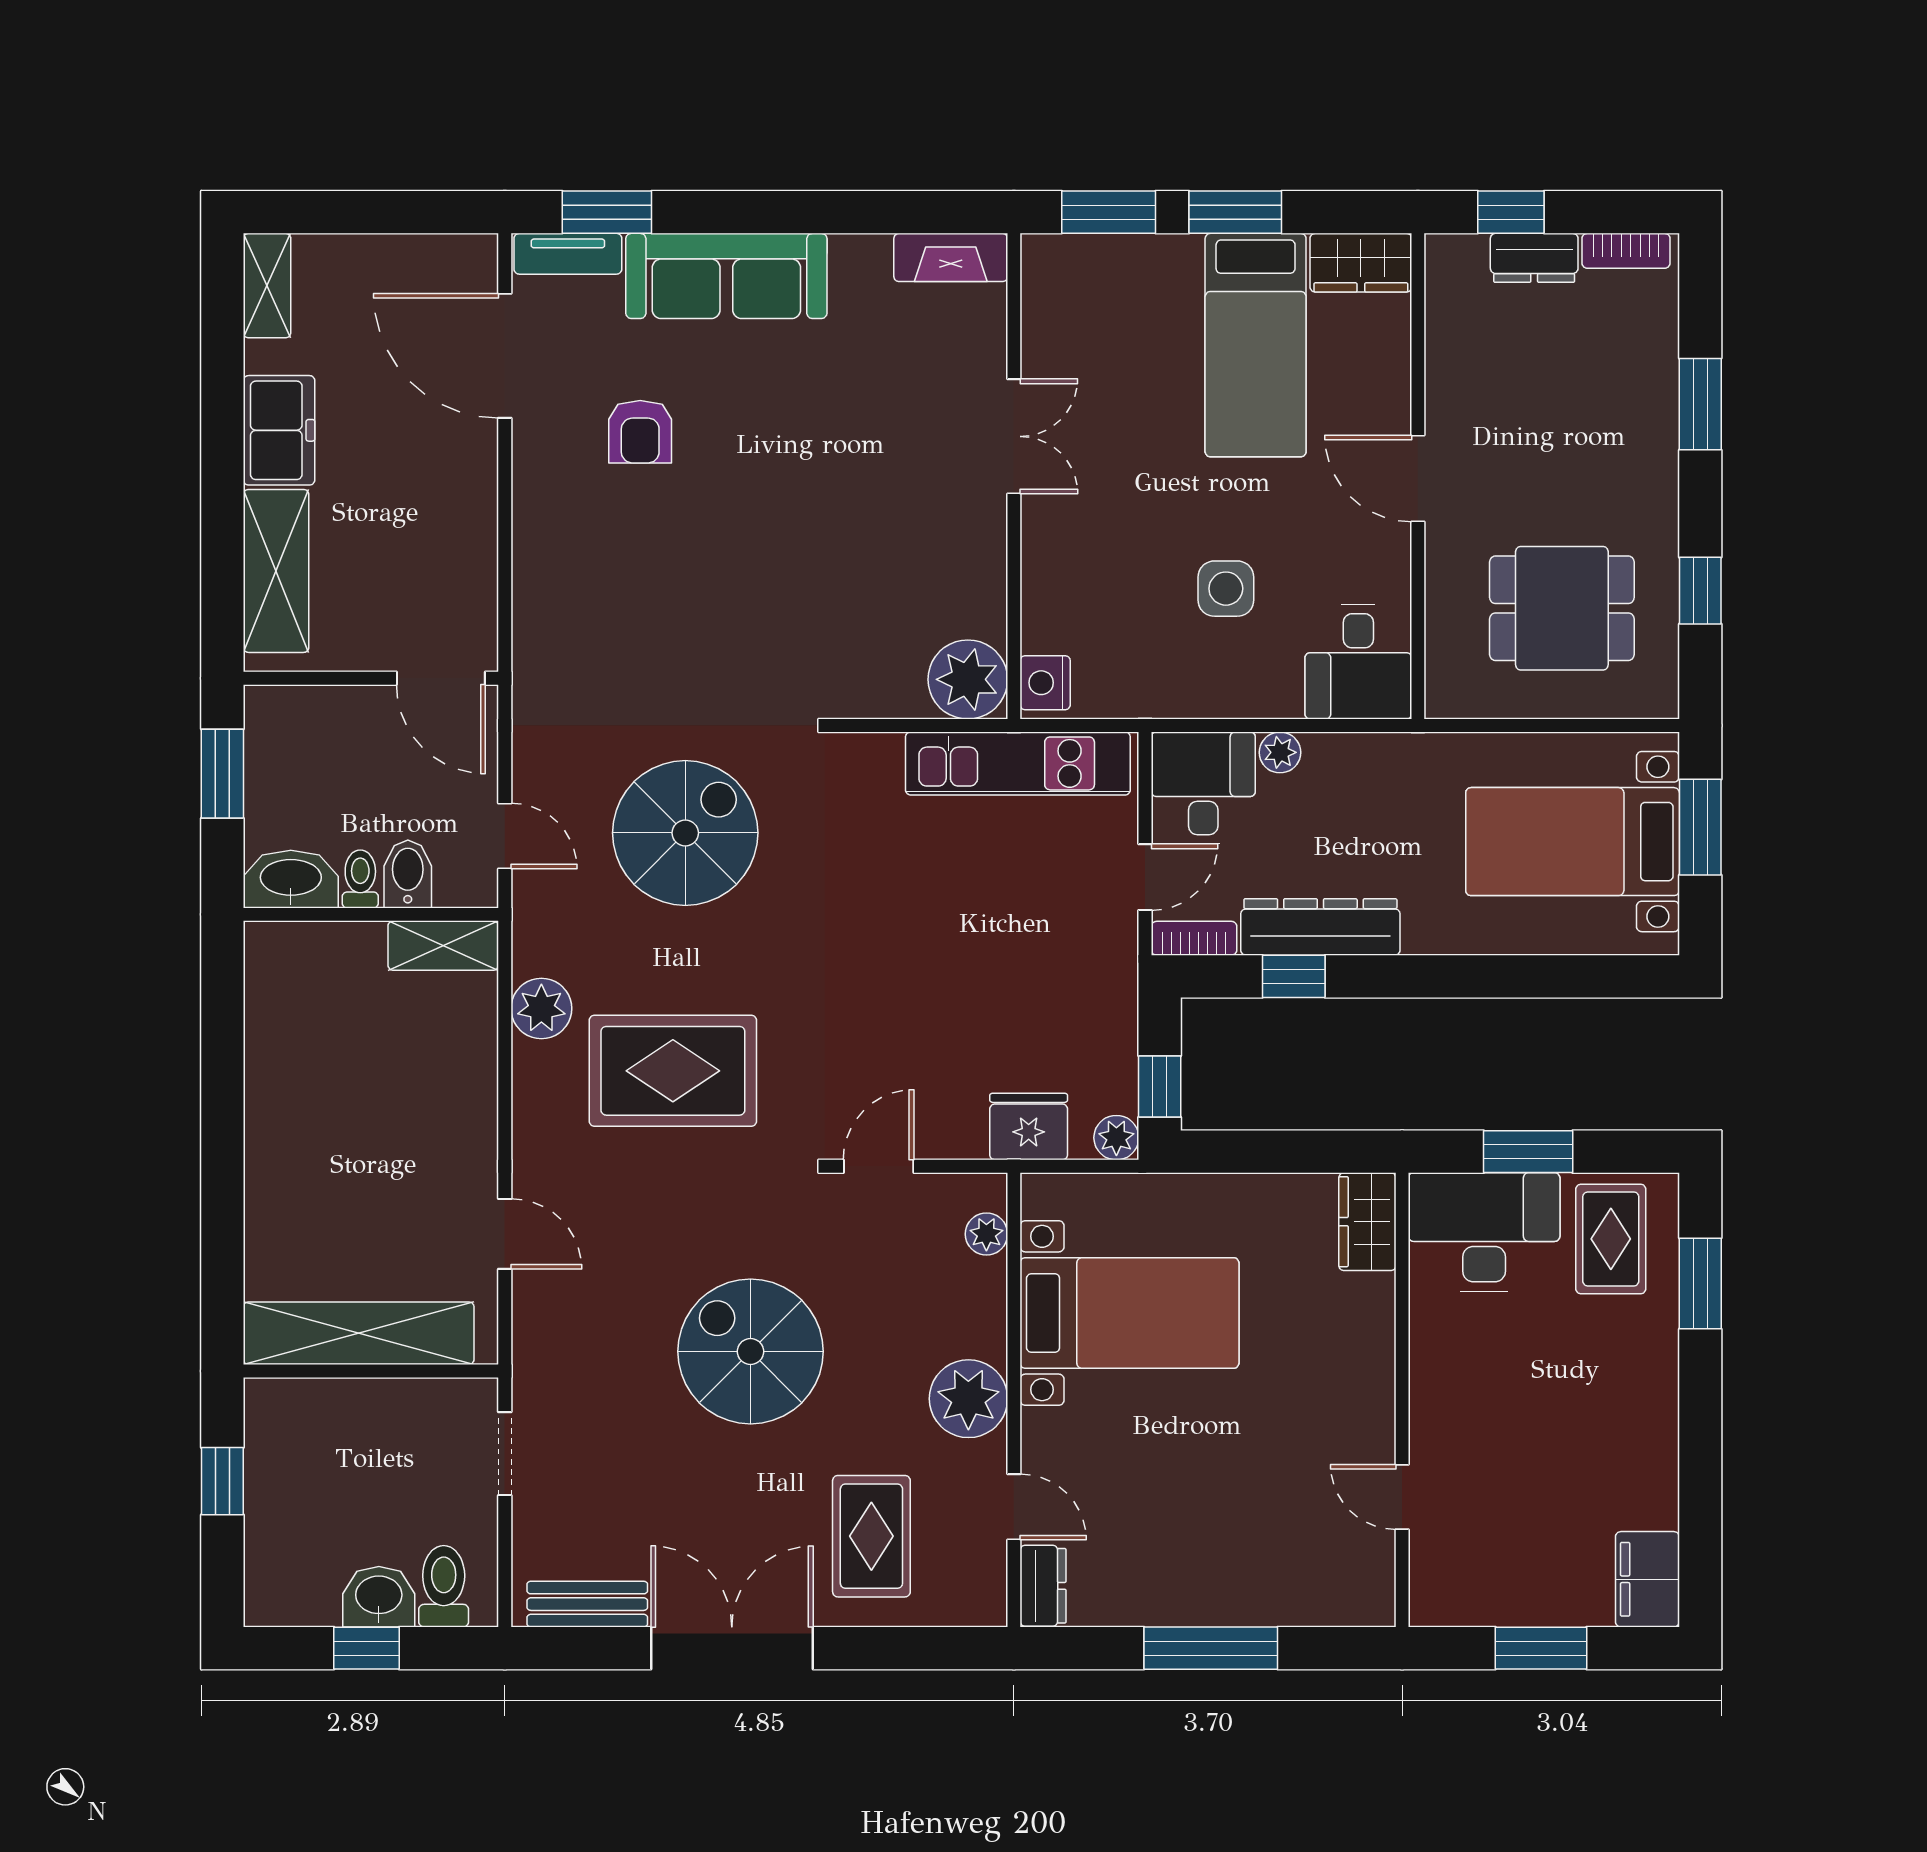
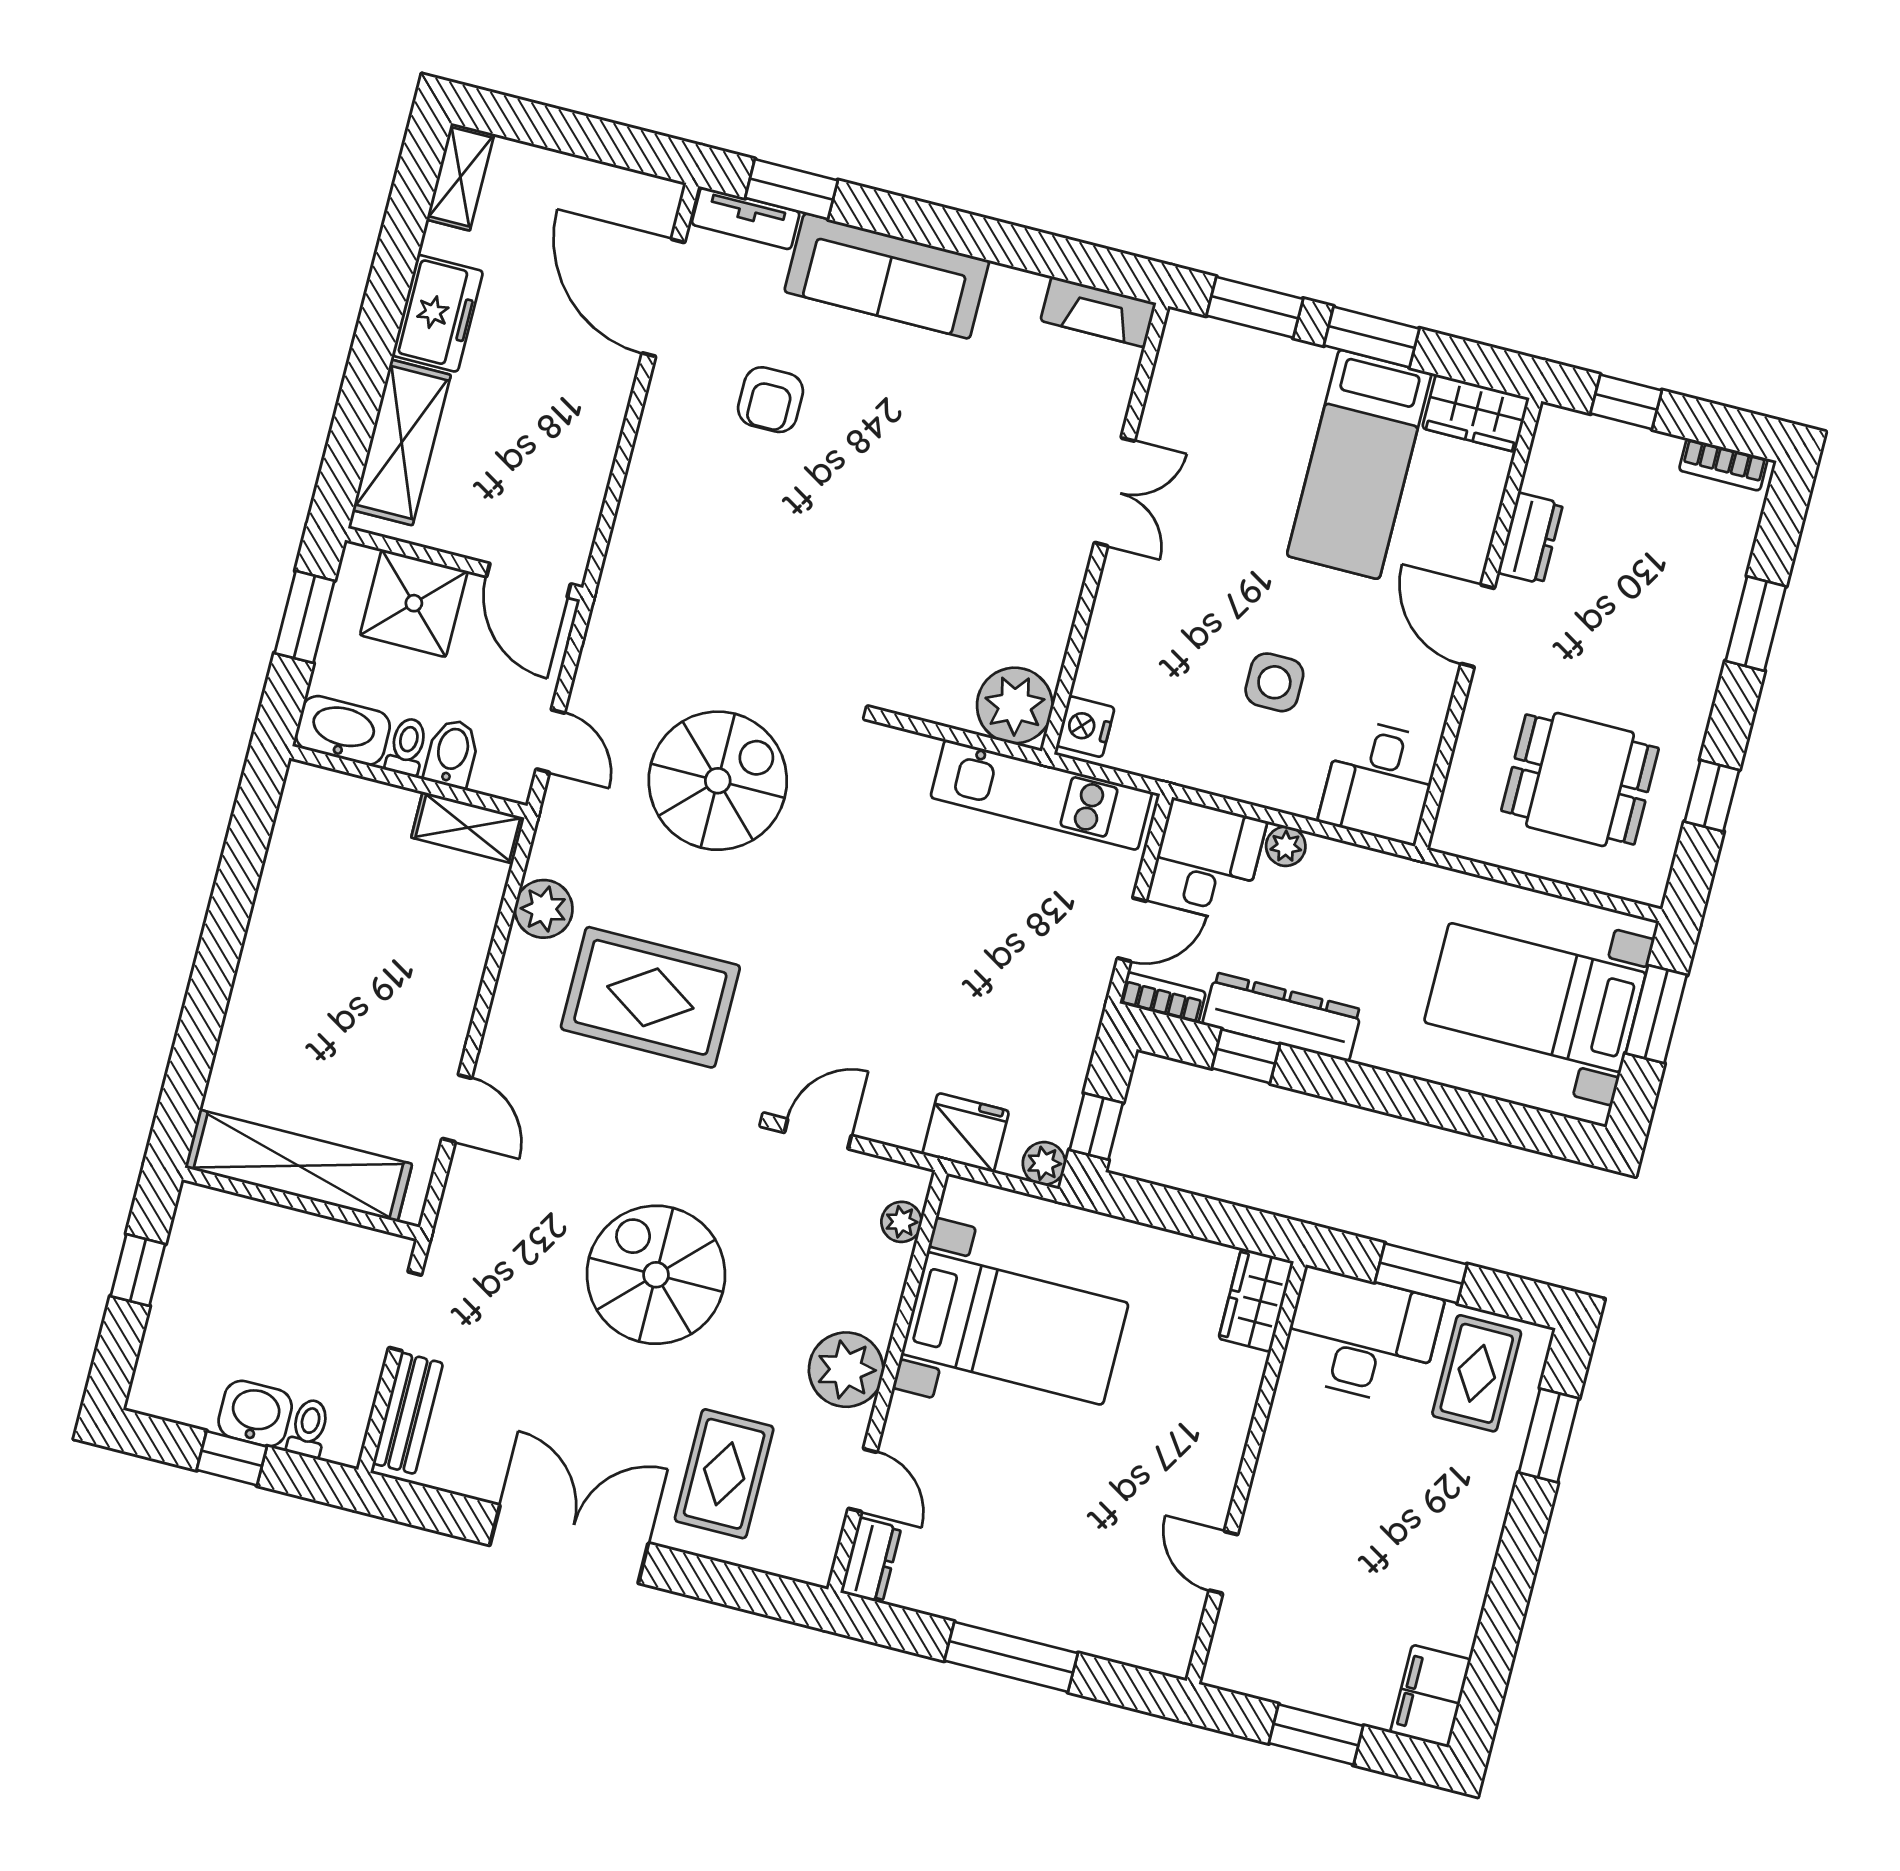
dresser: (1534, 258) -> (1530, 538), moved, turned -90
shower: (330, 731) -> (414, 603), added
toilet: (444, 1586) -> (309, 1428), width x0.73, depth x0.72
bench: (587, 1604) -> (408, 1413), moved, turned 90

